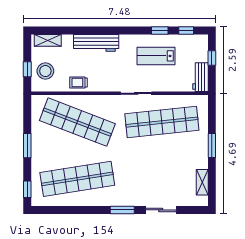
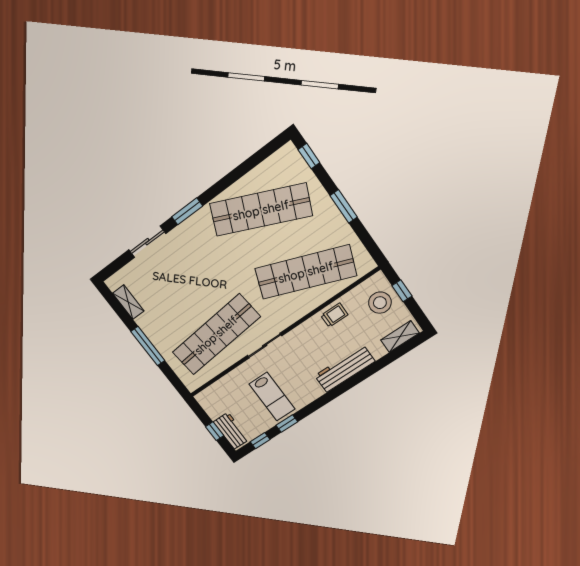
lab bench: (156, 56) -> (272, 397), turned 90
workbench: (200, 77) -> (231, 431), moved
window: (212, 146) -> (148, 346), width x1.44
shop shelf: (77, 179) -> (261, 210), turned 33

